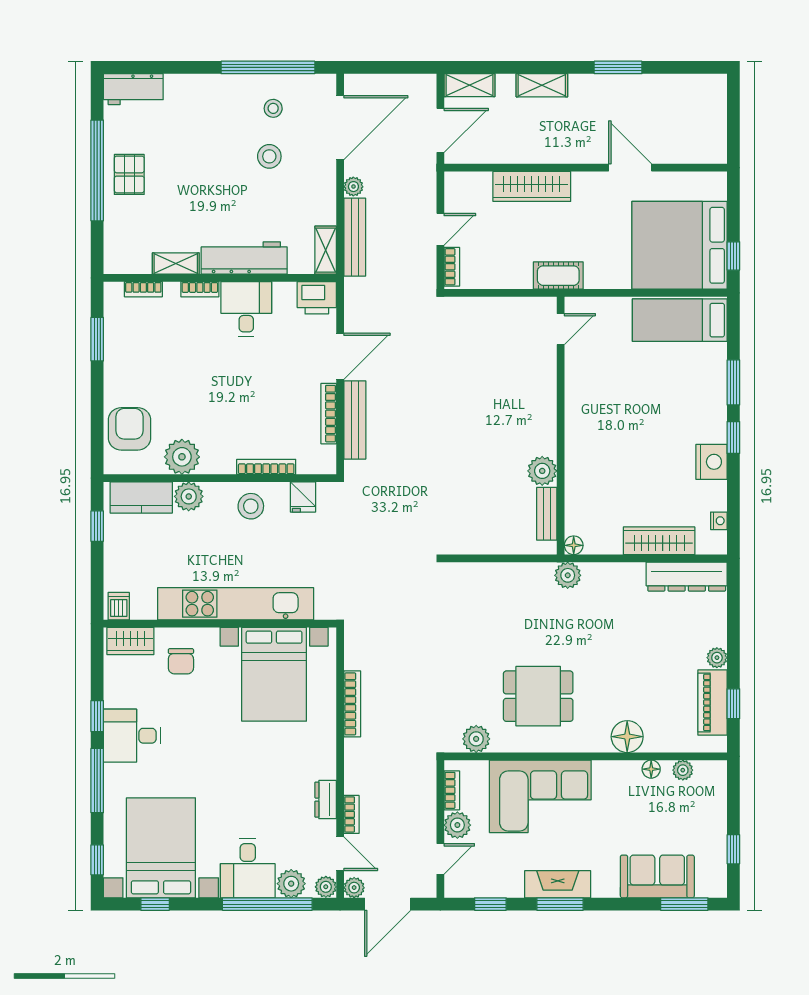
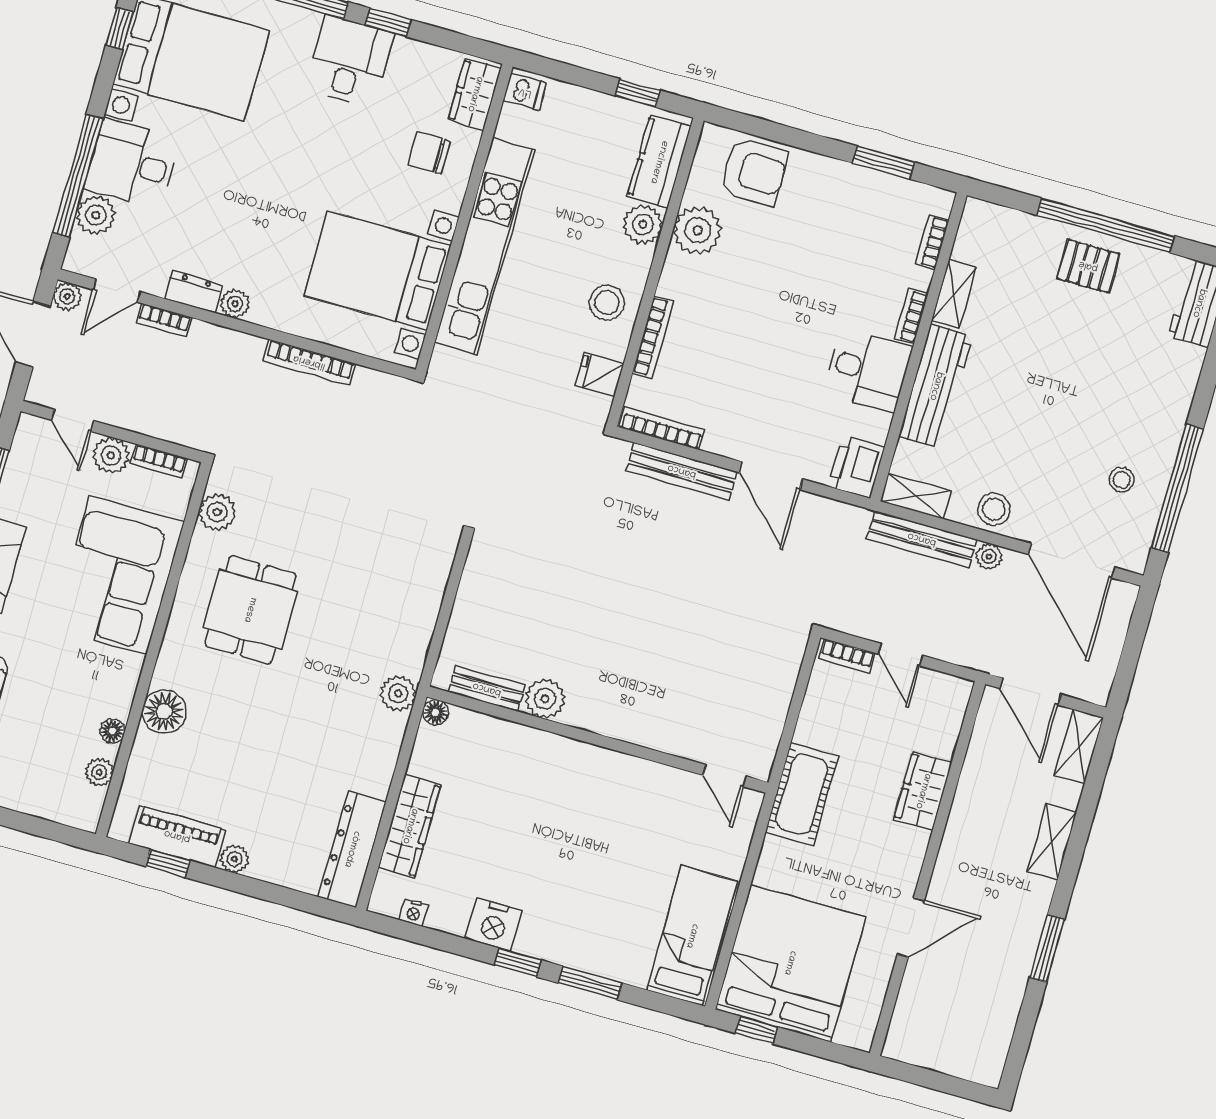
stool: (269, 156) -> (994, 509), moved
wardrobe: (532, 186) -> (923, 791), width x0.67
cot: (558, 276) -> (802, 794), width x1.37, depth x1.34
bookcase: (329, 414) -> (662, 429), moved
plant: (326, 887) -> (235, 304), moved

